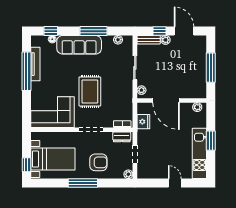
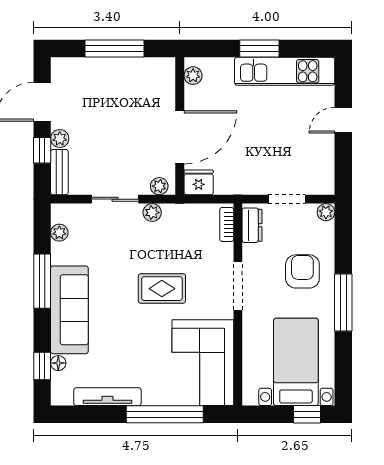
window: (26, 71) -> (165, 414), moved
plant: (128, 87) -> (152, 213), added
rug: (90, 92) -> (162, 289), width x0.73, depth x0.70
fridge: (143, 122) -> (199, 182), moved

